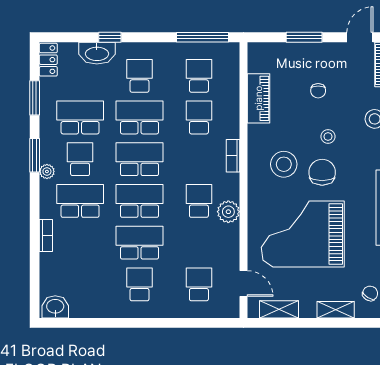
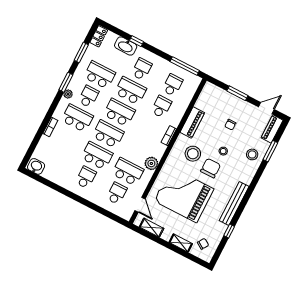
piano: (258, 98) -> (192, 122), moved
school desk: (199, 201) -> (128, 172), moved, width x1.85

